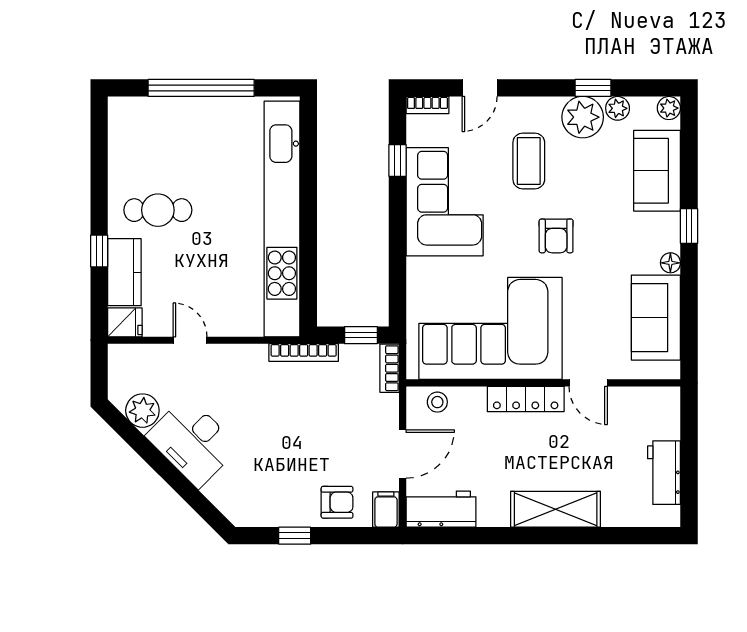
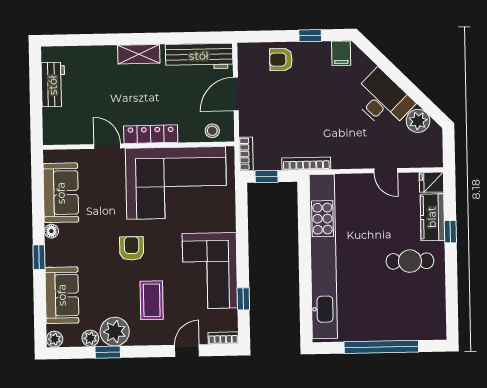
workbench: (441, 509) -> (199, 56), width x1.38
shelving: (556, 509) -> (139, 54), width x0.67, depth x0.75
filing cabinet: (386, 510) -> (341, 53), moved

